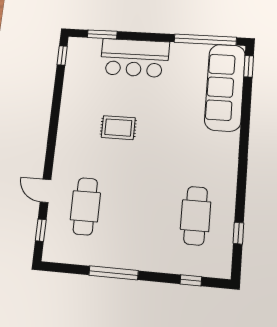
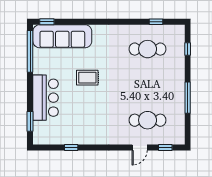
window: (62, 55) -> (71, 147), moved
rug: (118, 128) -> (87, 78), moved, turned 90

